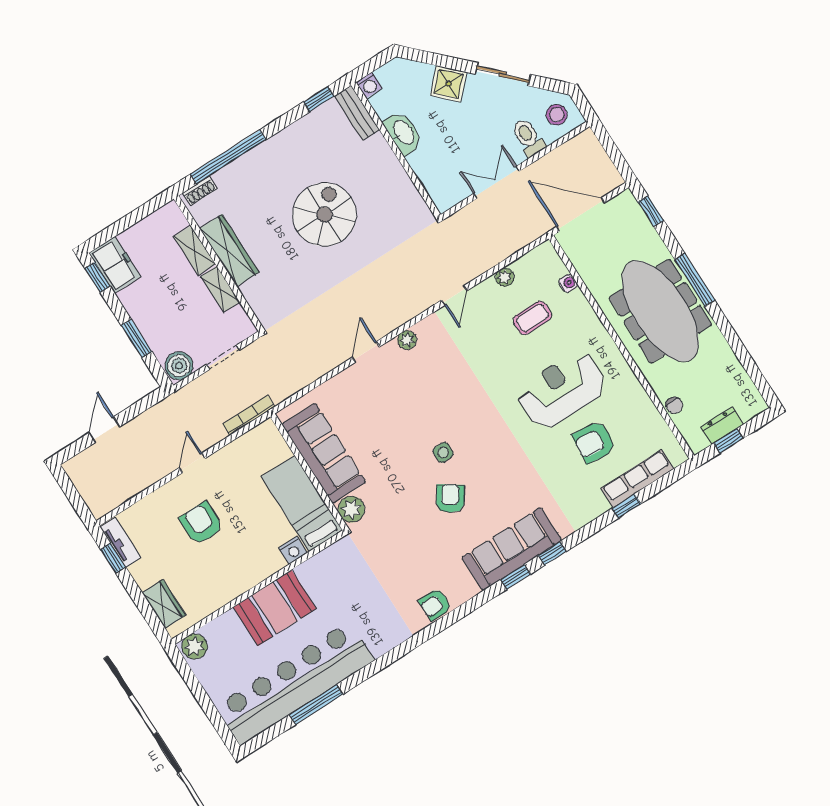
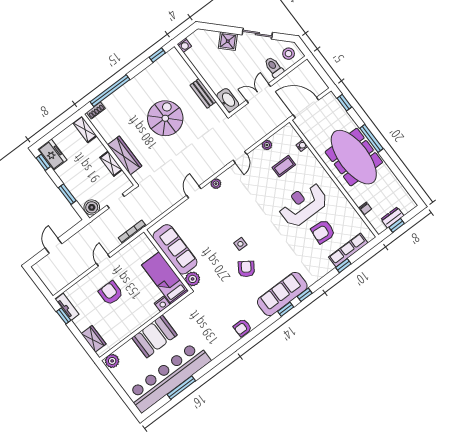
bench: (357, 113) -> (203, 93), moved
washbasin: (403, 133) -> (228, 100), moved
shelving: (195, 250) -> (85, 129), moved
wardrobe: (229, 250) -> (125, 155), moved

